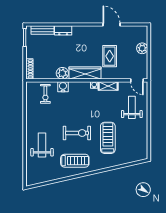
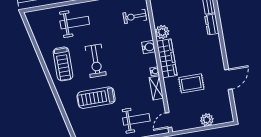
water cooler: (63, 87) -> (149, 47), moved
treadmill: (108, 138) -> (96, 98), turned 180

